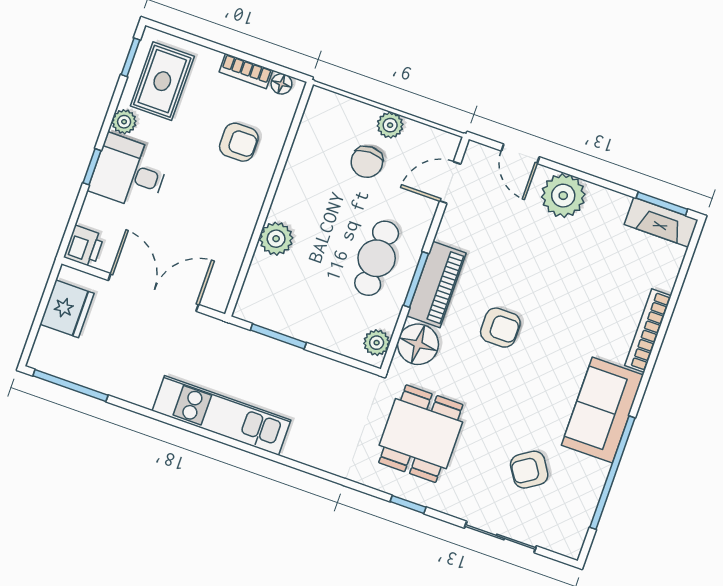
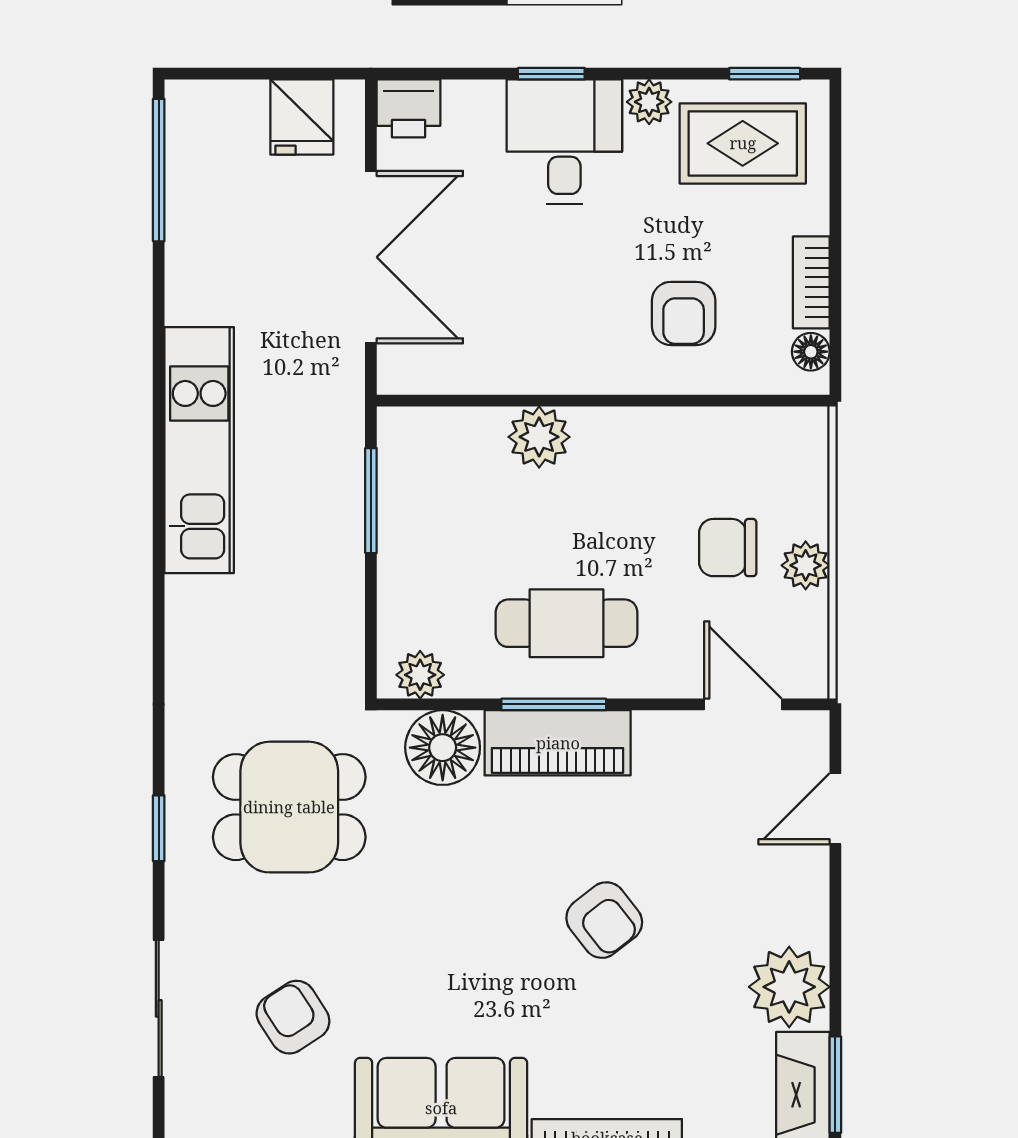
plant: (563, 196) -> (789, 987), moved
fridge: (67, 309) -> (302, 117), width x0.72
armchair: (500, 328) -> (604, 920), moved, turned -38

